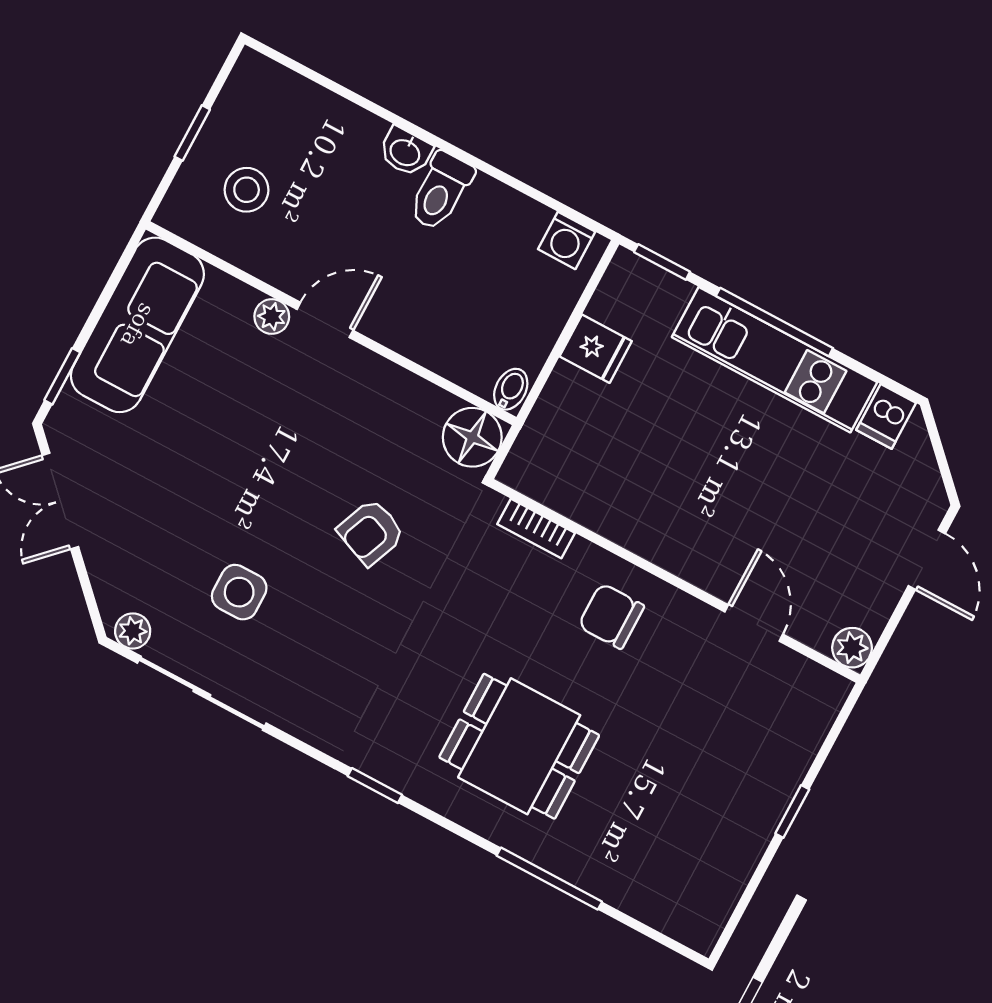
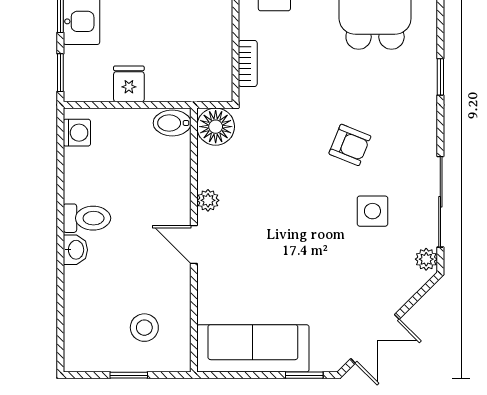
plant: (272, 317) -> (208, 200), moved
bidet: (511, 389) -> (172, 123), width x1.38, depth x1.36
armchair: (371, 532) -> (350, 145), moved

